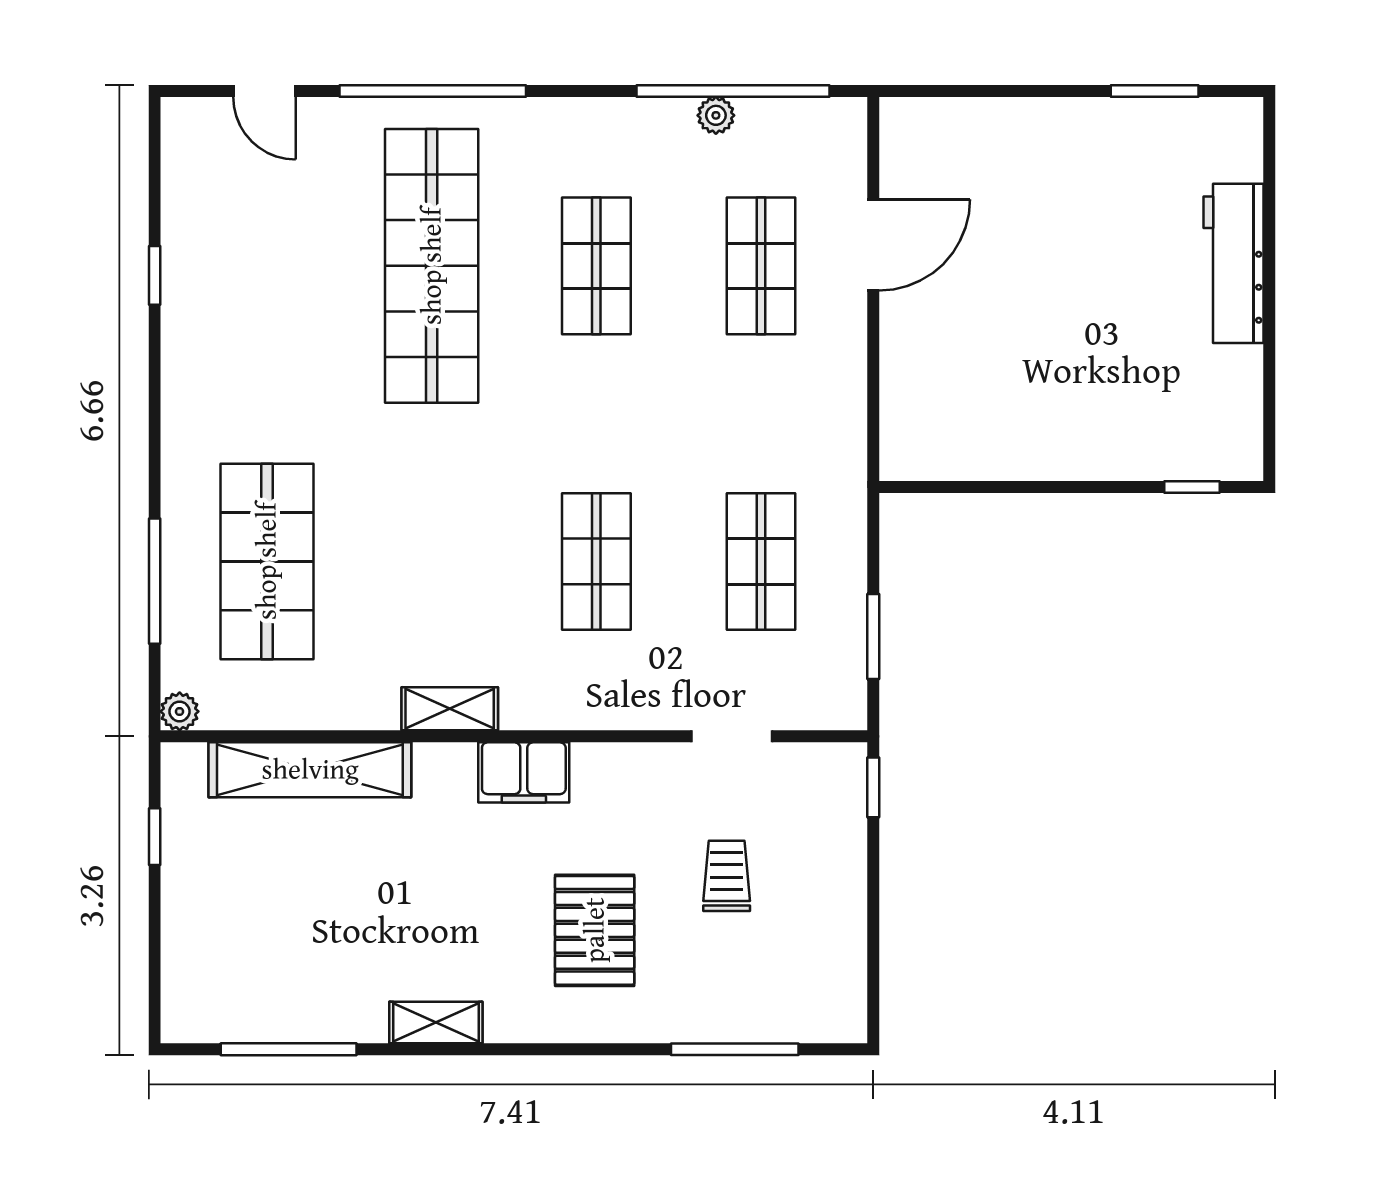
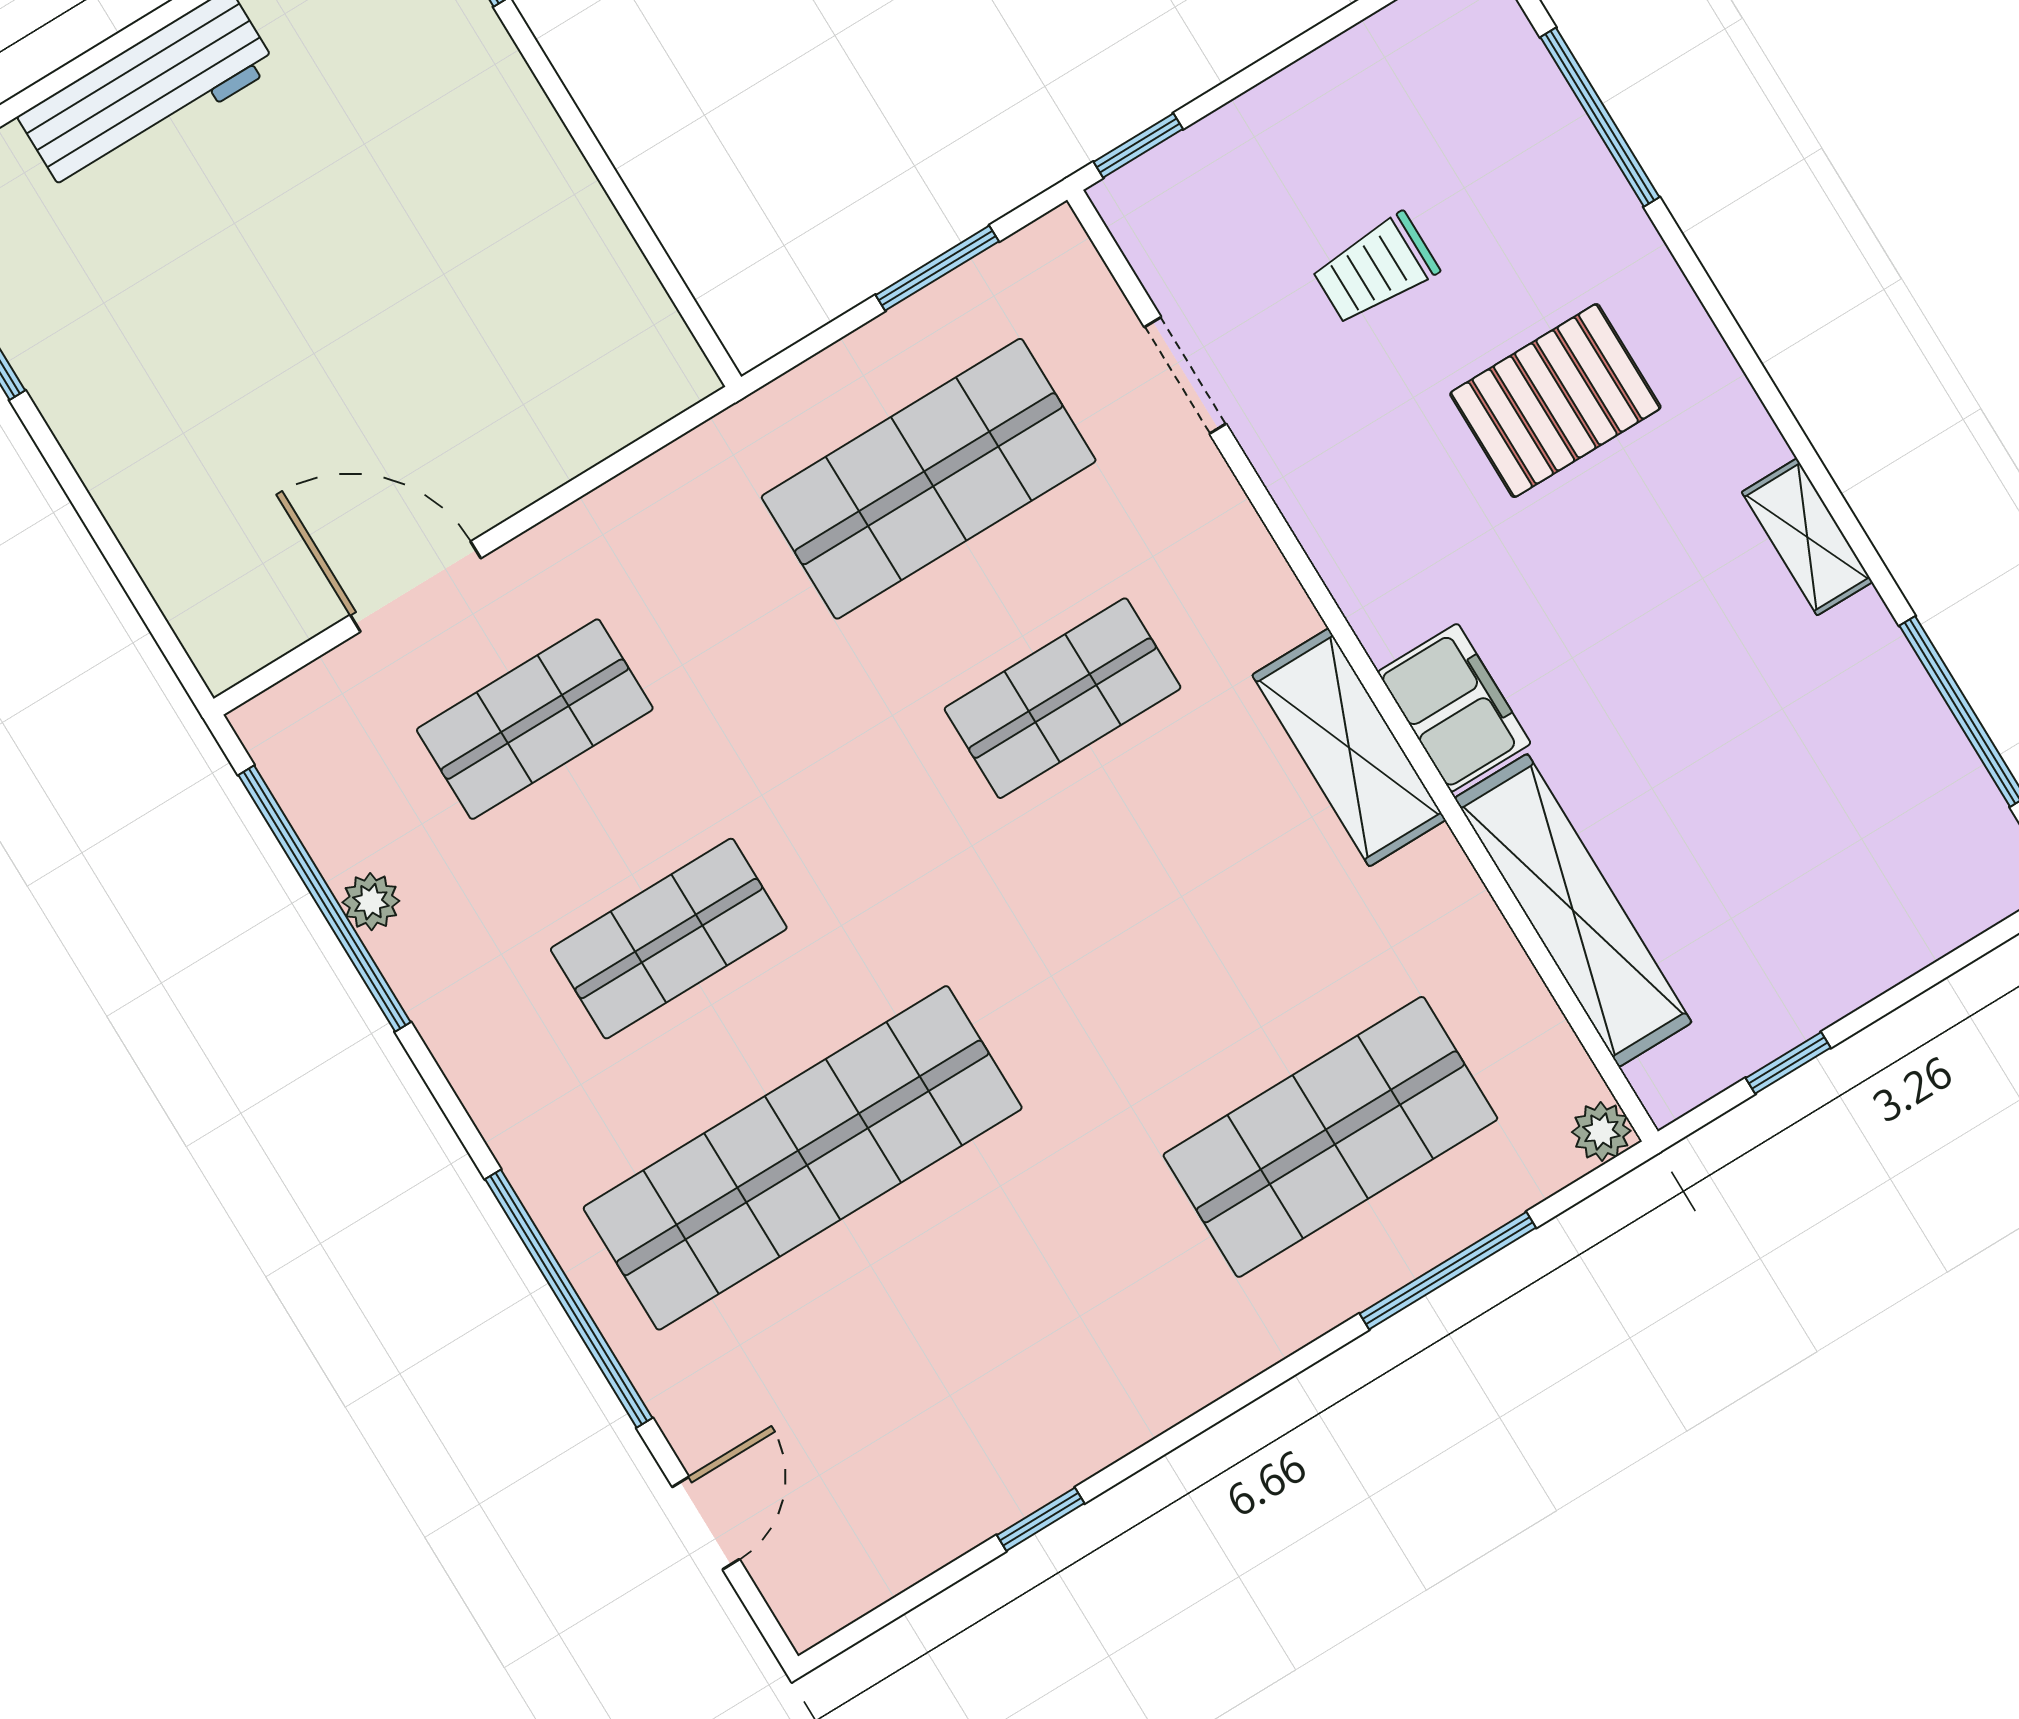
shop shelf: (761, 561) -> (929, 479), width x1.43, depth x1.36
shelving: (450, 709) -> (1349, 747), width x1.50, depth x1.33
filing cabinet: (524, 772) -> (1454, 708), moved

